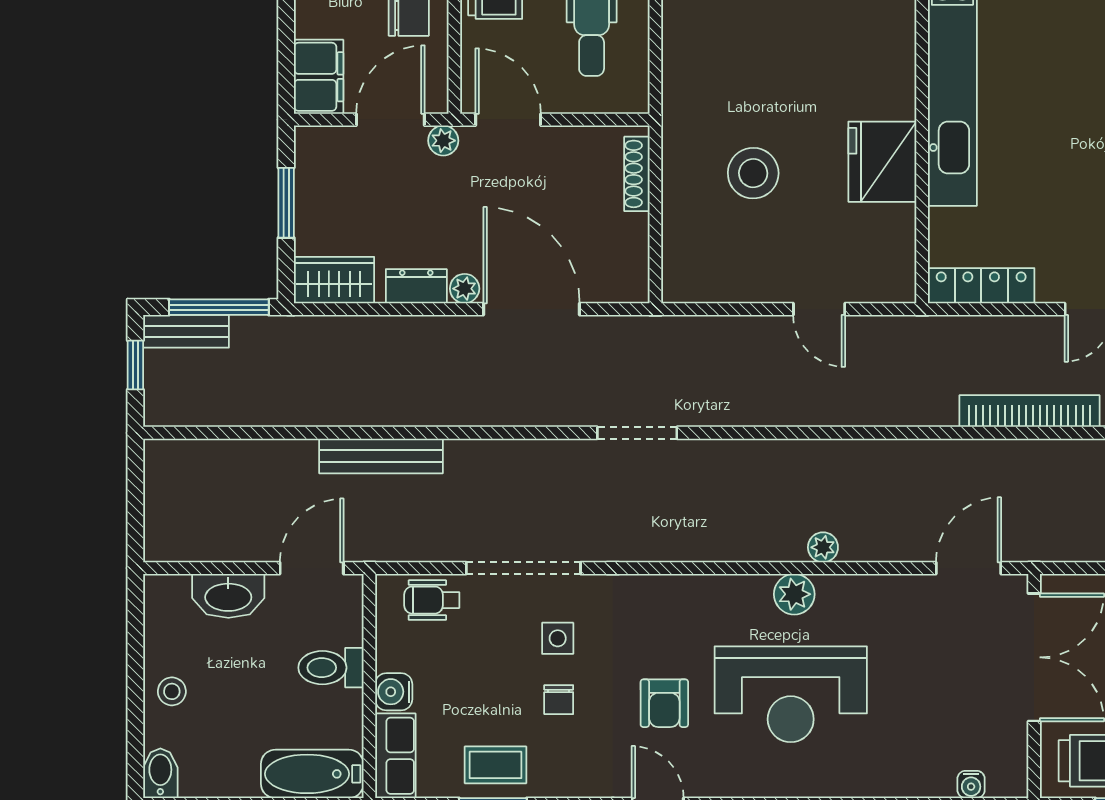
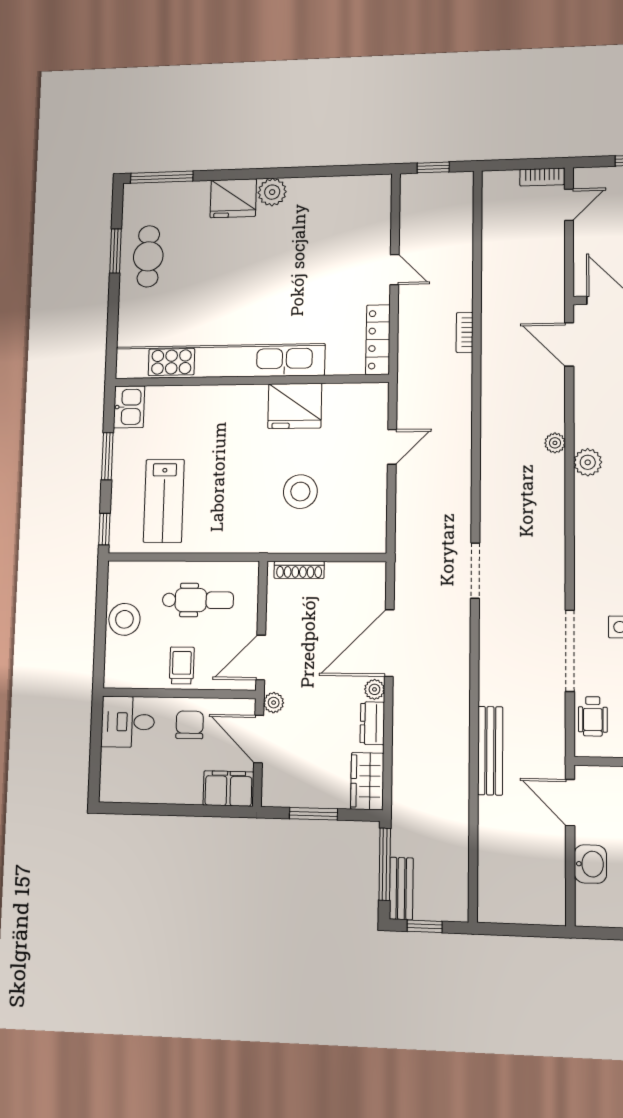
bookcase: (1029, 411) -> (465, 332), width x0.43, depth x0.76
washbasin: (228, 596) -> (590, 864), width x0.72

